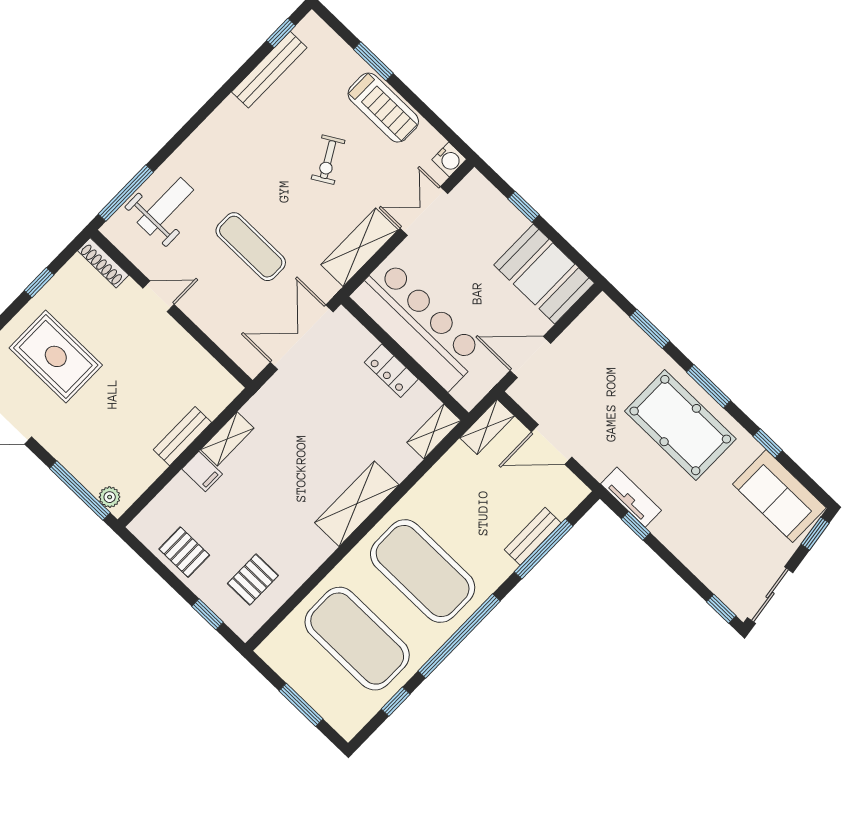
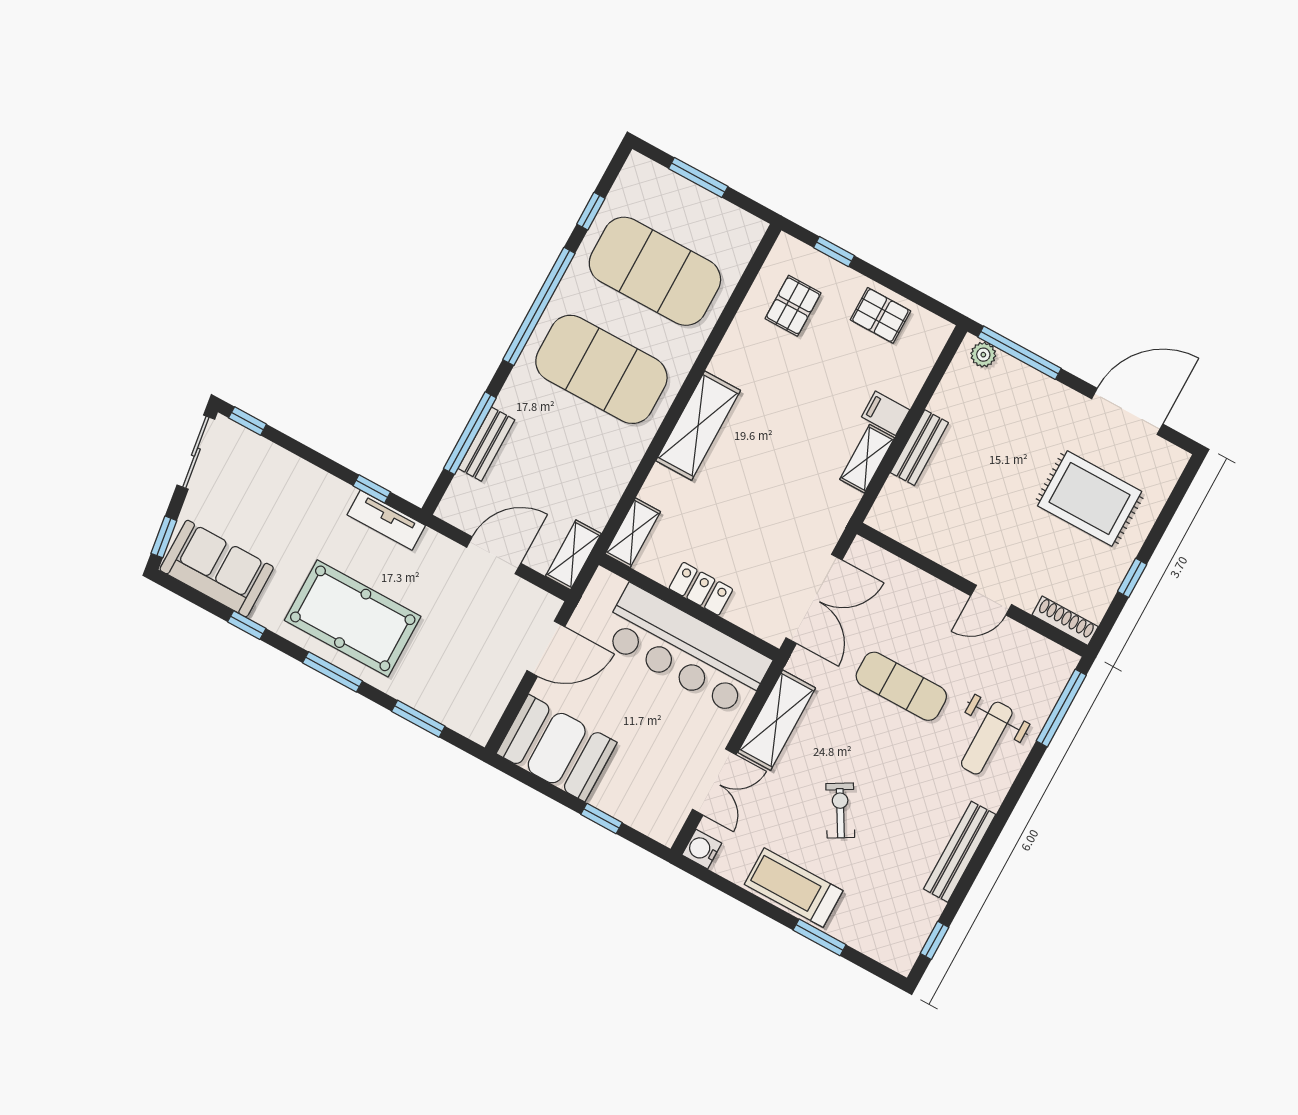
bench: (269, 70) -> (960, 852), moved
weight bench: (165, 206) -> (987, 738), moved

